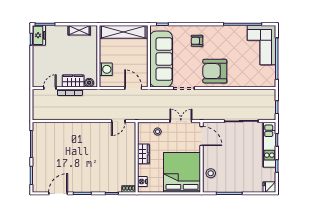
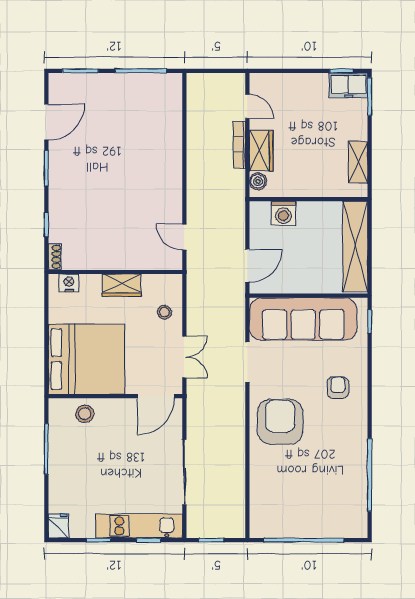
corner sofa: (262, 45) -> (330, 511), removed
door: (58, 193) -> (46, 122), hinge flipped

